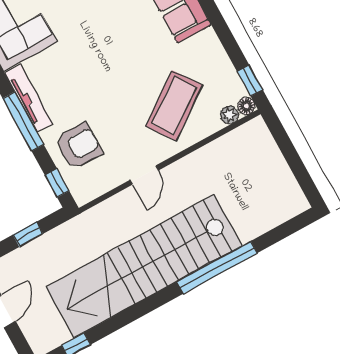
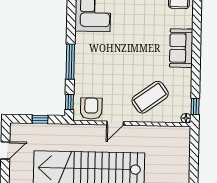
tv unit: (29, 98) -> (80, 52), removed
plant: (229, 115) -> (175, 118), removed
armchair: (79, 146) -> (91, 108), moved, turned -90

